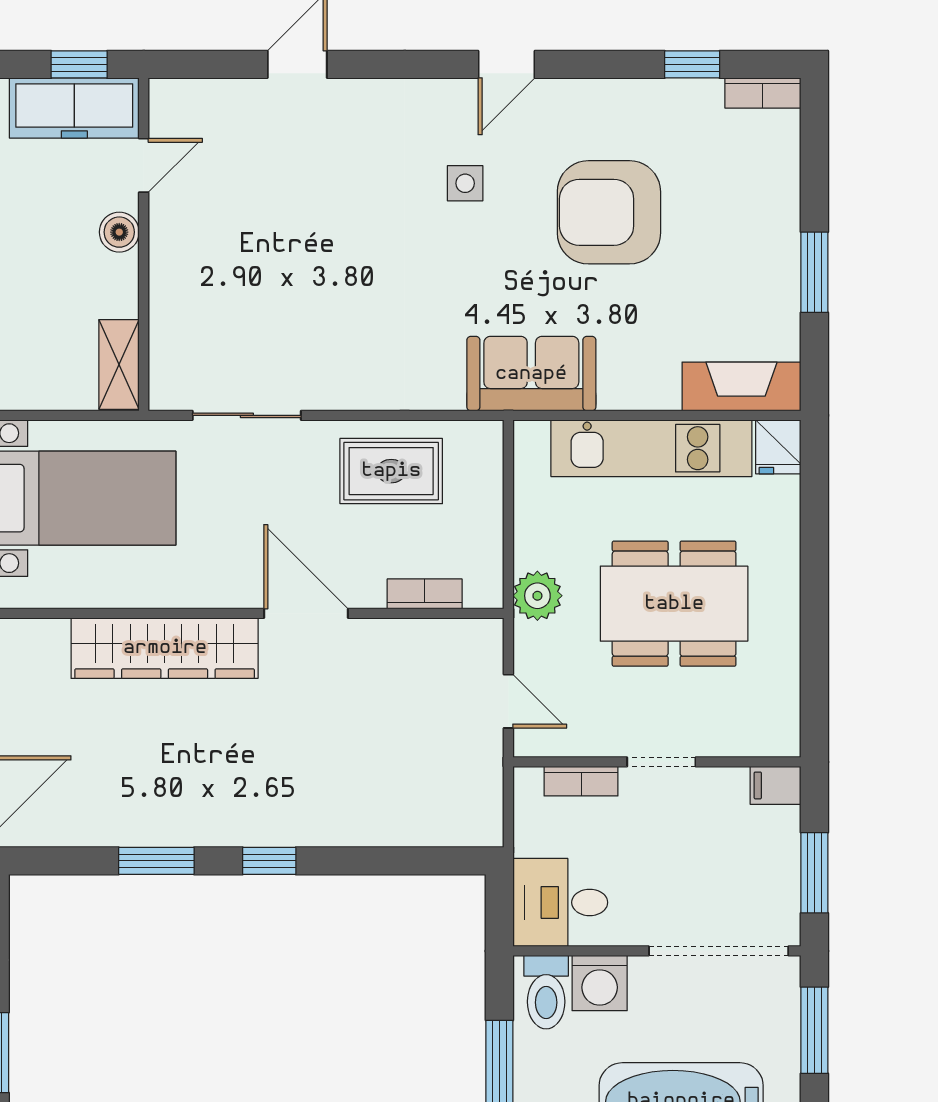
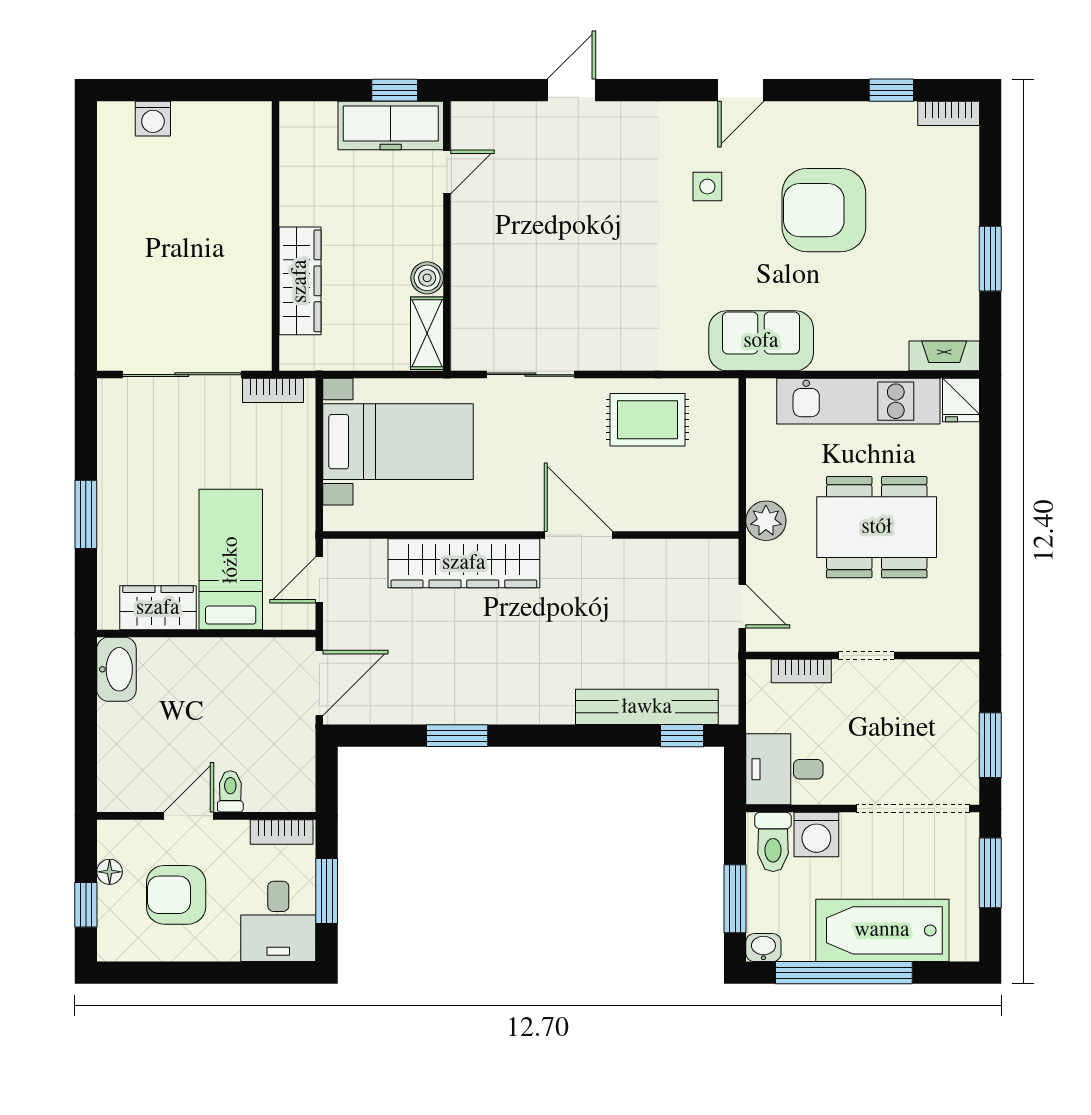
boiler: (119, 232) -> (427, 278), moved
fireplace: (741, 386) -> (944, 356), width x0.73, depth x0.76
bookcase: (425, 594) -> (675, 519), removed
filing cabinet: (775, 785) -> (959, 674), removed
bench: (390, 826) -> (647, 707), added
window: (269, 861) -> (682, 736), moved

